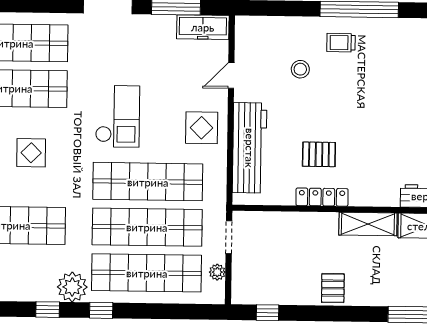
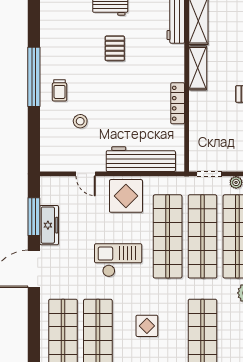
freezer: (203, 27) -> (49, 225), moved
display table: (202, 128) -> (126, 196), width x1.36, depth x1.36
pallet: (319, 154) -> (115, 48), moved

